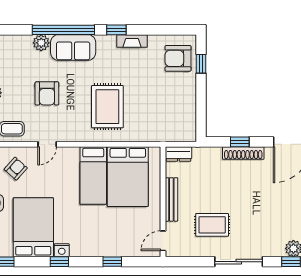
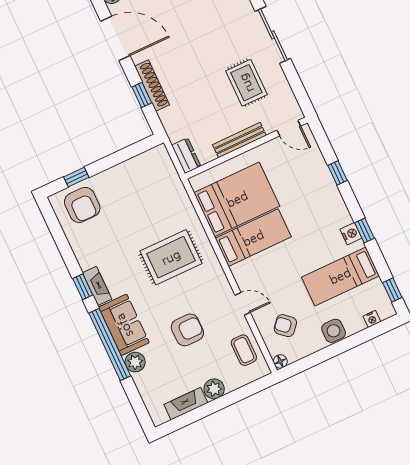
fireplace: (132, 41) -> (97, 286), moved
bed: (33, 227) -> (340, 276), width x0.67

